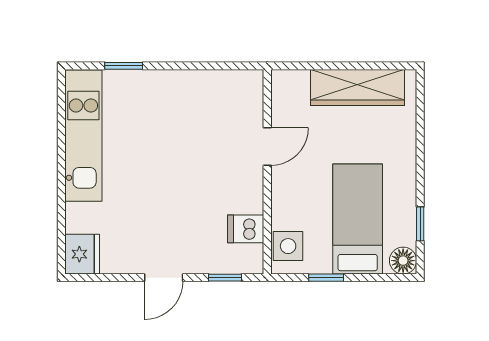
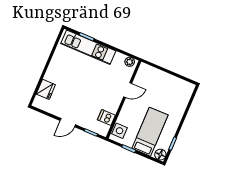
plant: (245, 81) -> (130, 62), added
wardrobe: (358, 88) -> (171, 82), removed
kitchen unit: (83, 136) -> (88, 47), moved, turned 90
fridge: (82, 254) -> (46, 89), moved

